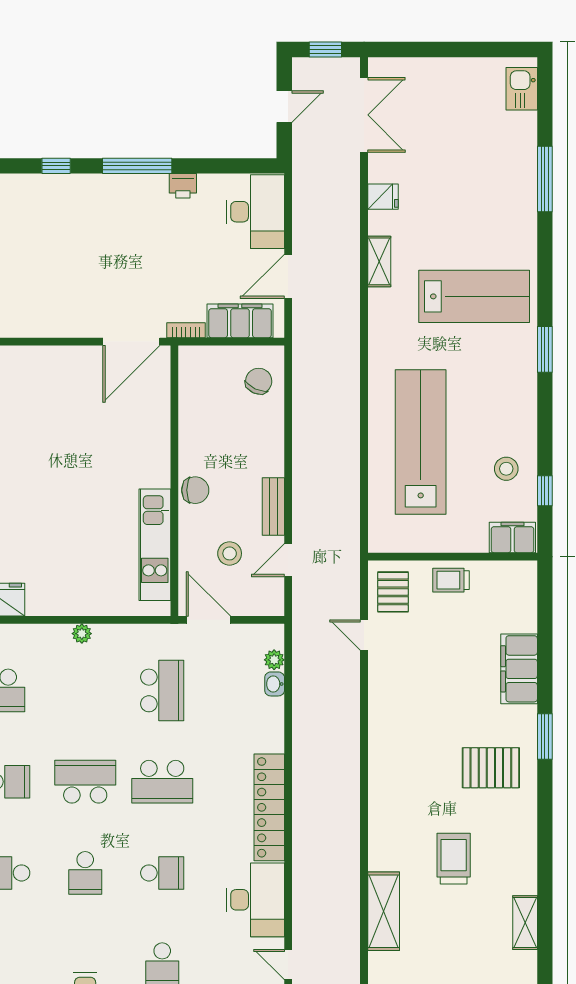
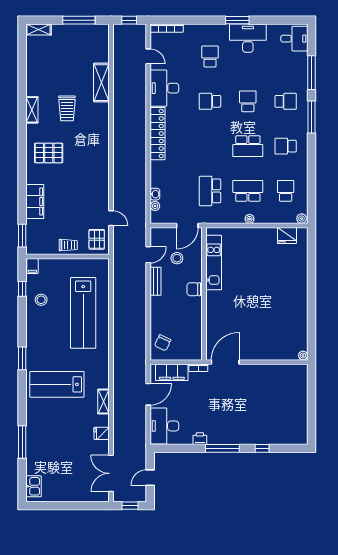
filing cabinet: (512, 538) -> (32, 266), width x0.50
door: (208, 620) -> (187, 226), hinge flipped
window: (545, 737) -> (22, 236), moved
school desk: (162, 782) -> (248, 191), moved
shelving: (525, 923) -> (32, 110), moved

